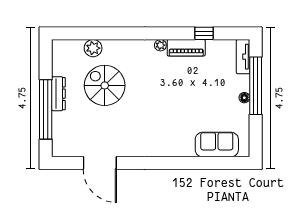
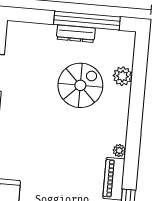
window: (46, 109) -> (87, 21), moved

